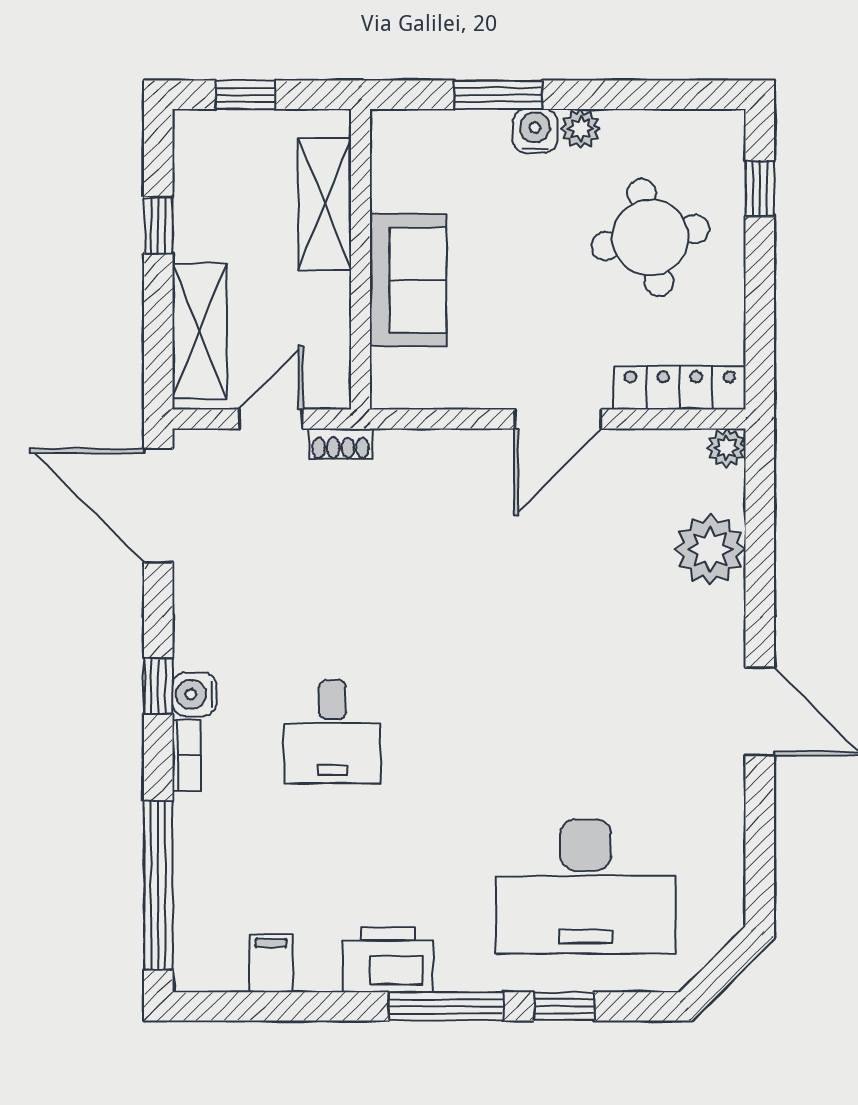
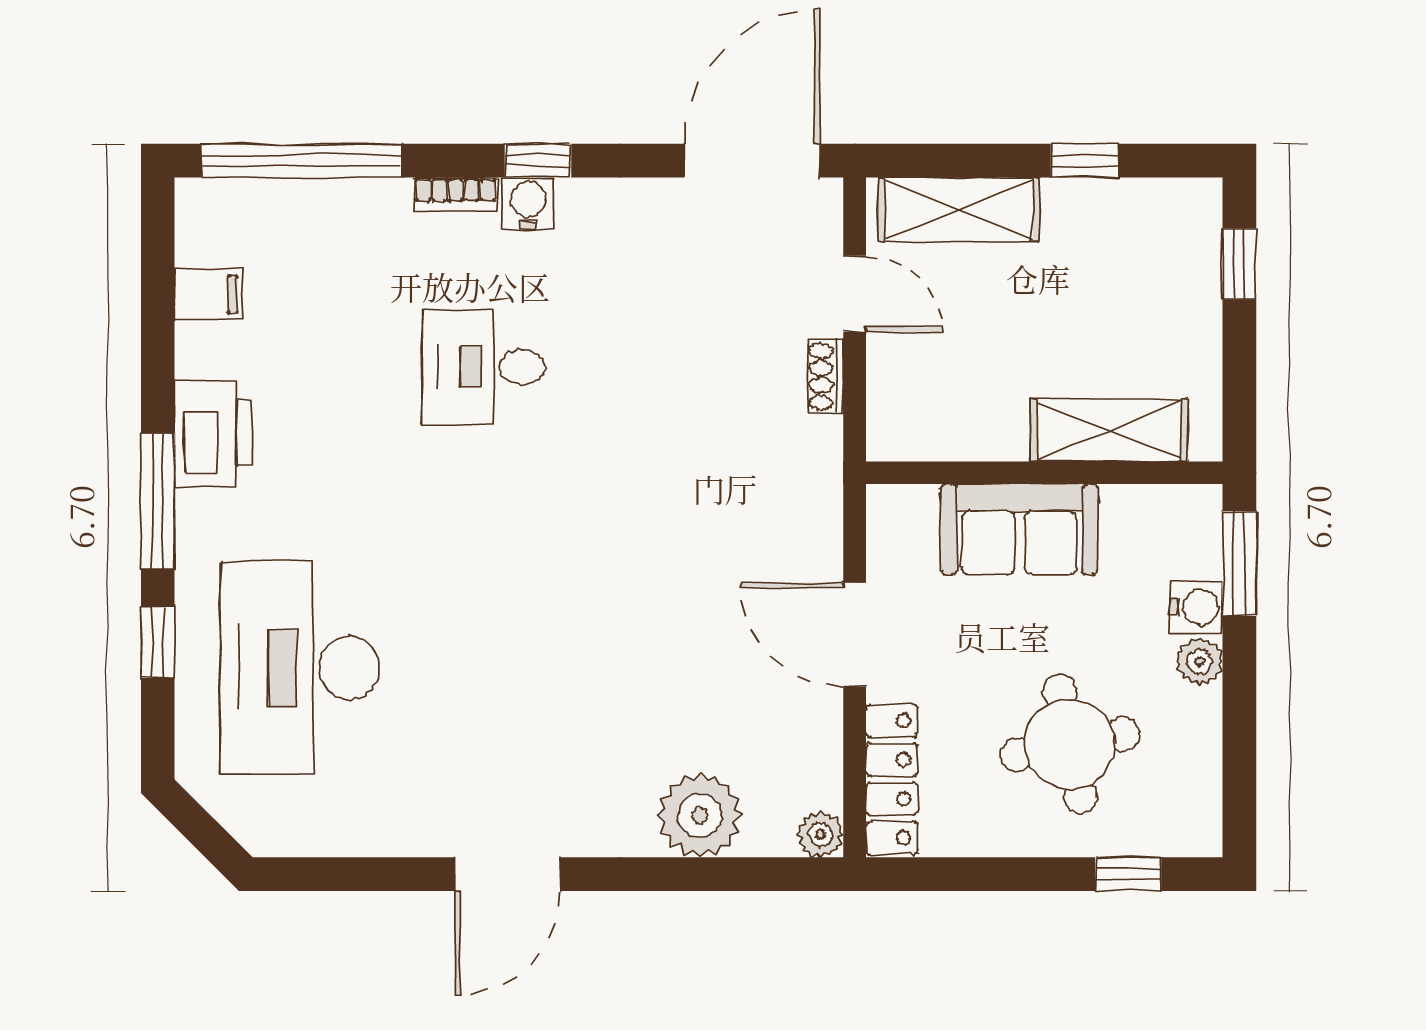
shelving: (325, 204) -> (1109, 430), moved
wall: (360, 259) -> (1044, 473), moved
sofa: (408, 280) -> (1019, 529), moved

